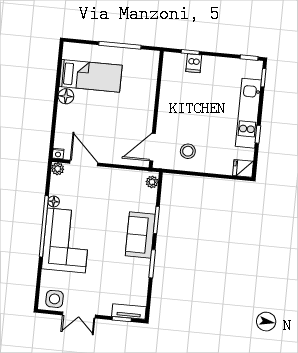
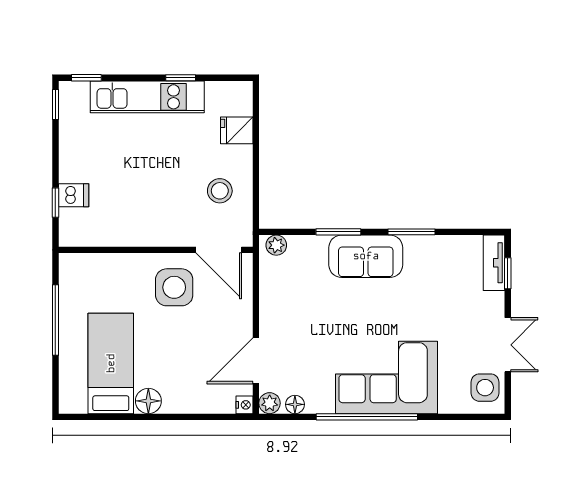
side table: (133, 118) -> (174, 287), added
fridge: (243, 168) -> (237, 130), moved, turned 90
floor lamp: (54, 202) -> (295, 404), moved

